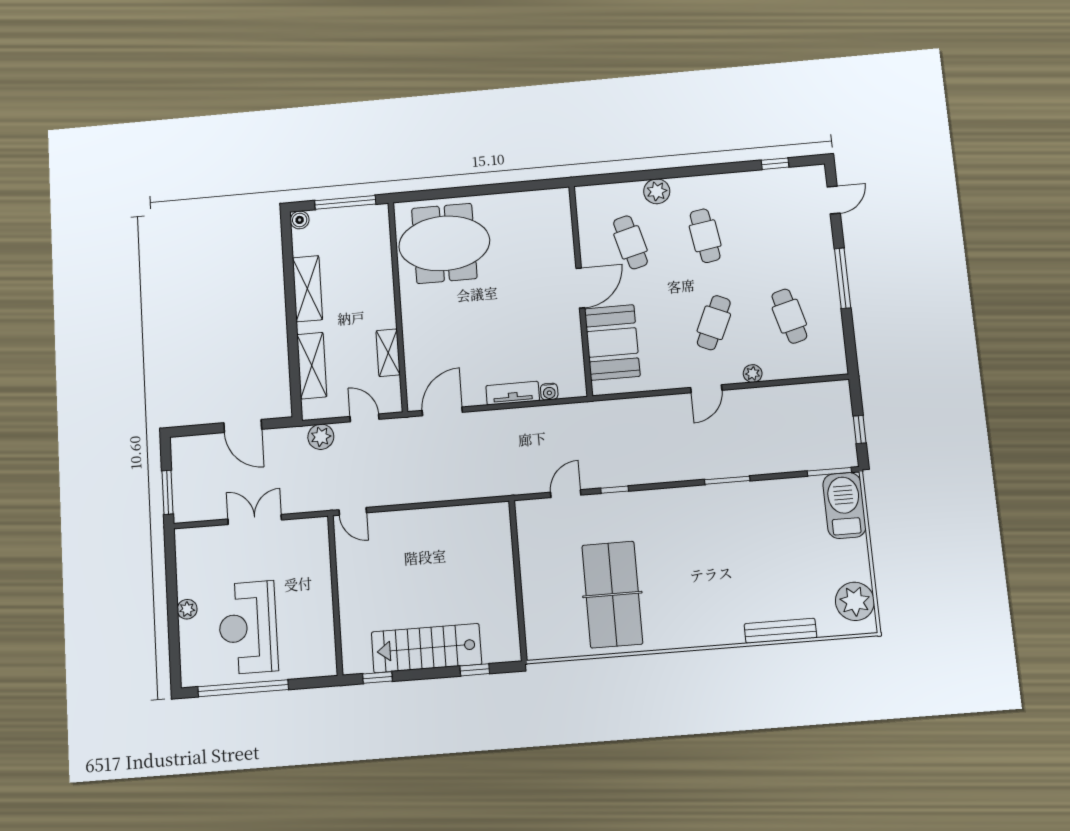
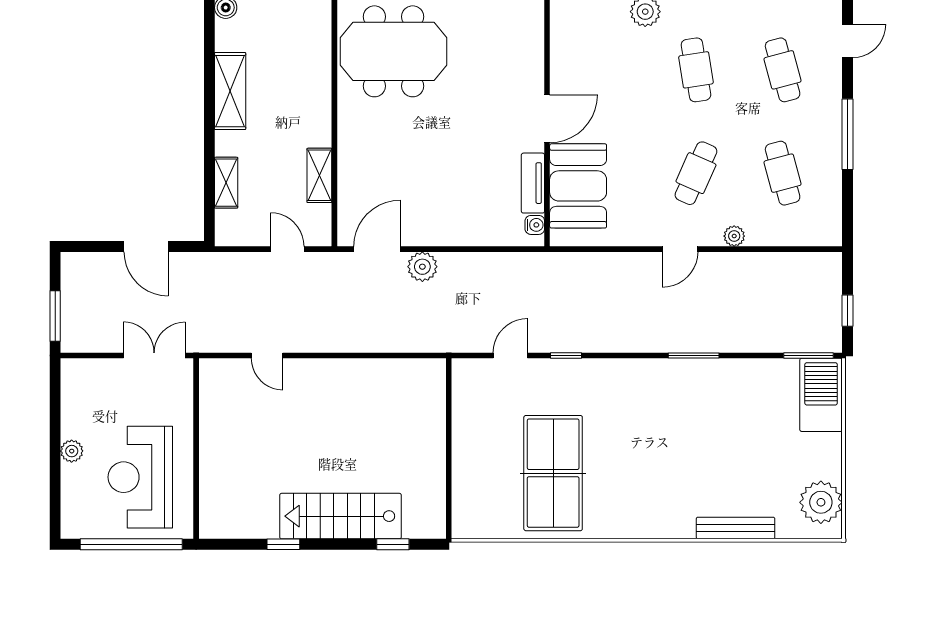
cafe table: (630, 242) -> (783, 70), moved
shelving: (312, 366) -> (226, 183), width x0.67, depth x0.75
water cooler: (549, 392) -> (535, 225), moved, turned -90
tv unit: (513, 393) -> (533, 183), moved, turned -90
plant: (321, 437) -> (422, 267), moved
wall: (335, 595) -> (196, 449), moved

